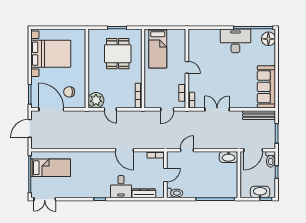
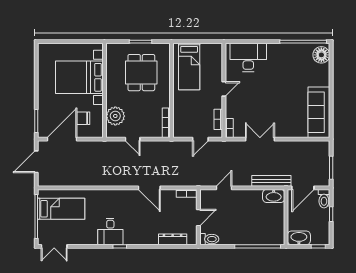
desk: (235, 41) -> (248, 57), moved
bed with nightstands: (51, 54) -> (79, 77), moved, turned 180
door: (187, 67) -> (224, 89), hinge flipped
plant: (96, 100) -> (115, 116), moved
door: (51, 109) -> (62, 139), hinge flipped
bench: (259, 115) -> (271, 181), moved
desk: (121, 187) -> (110, 231), moved
washbasin: (260, 192) -> (299, 238), moved

